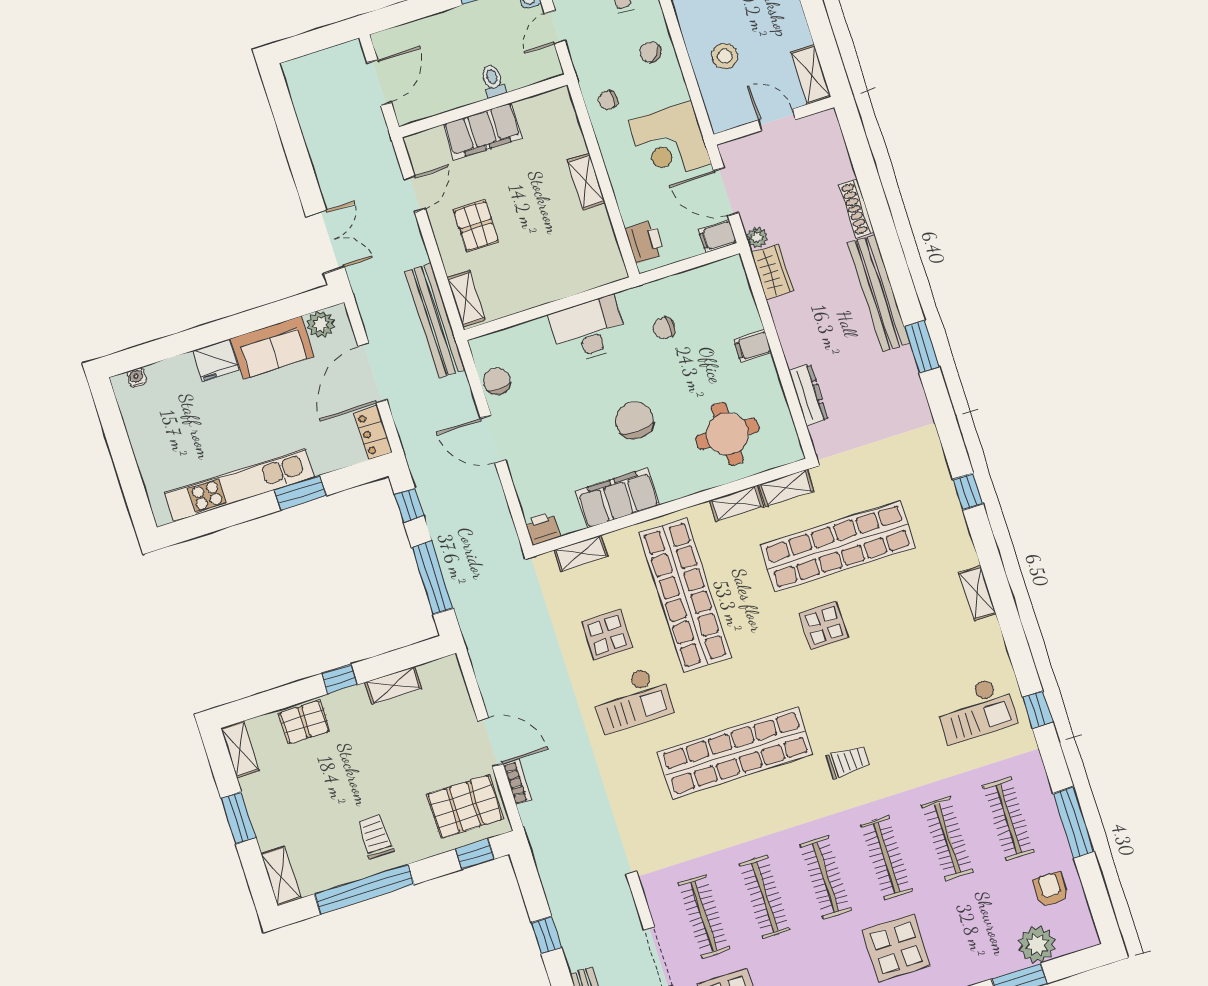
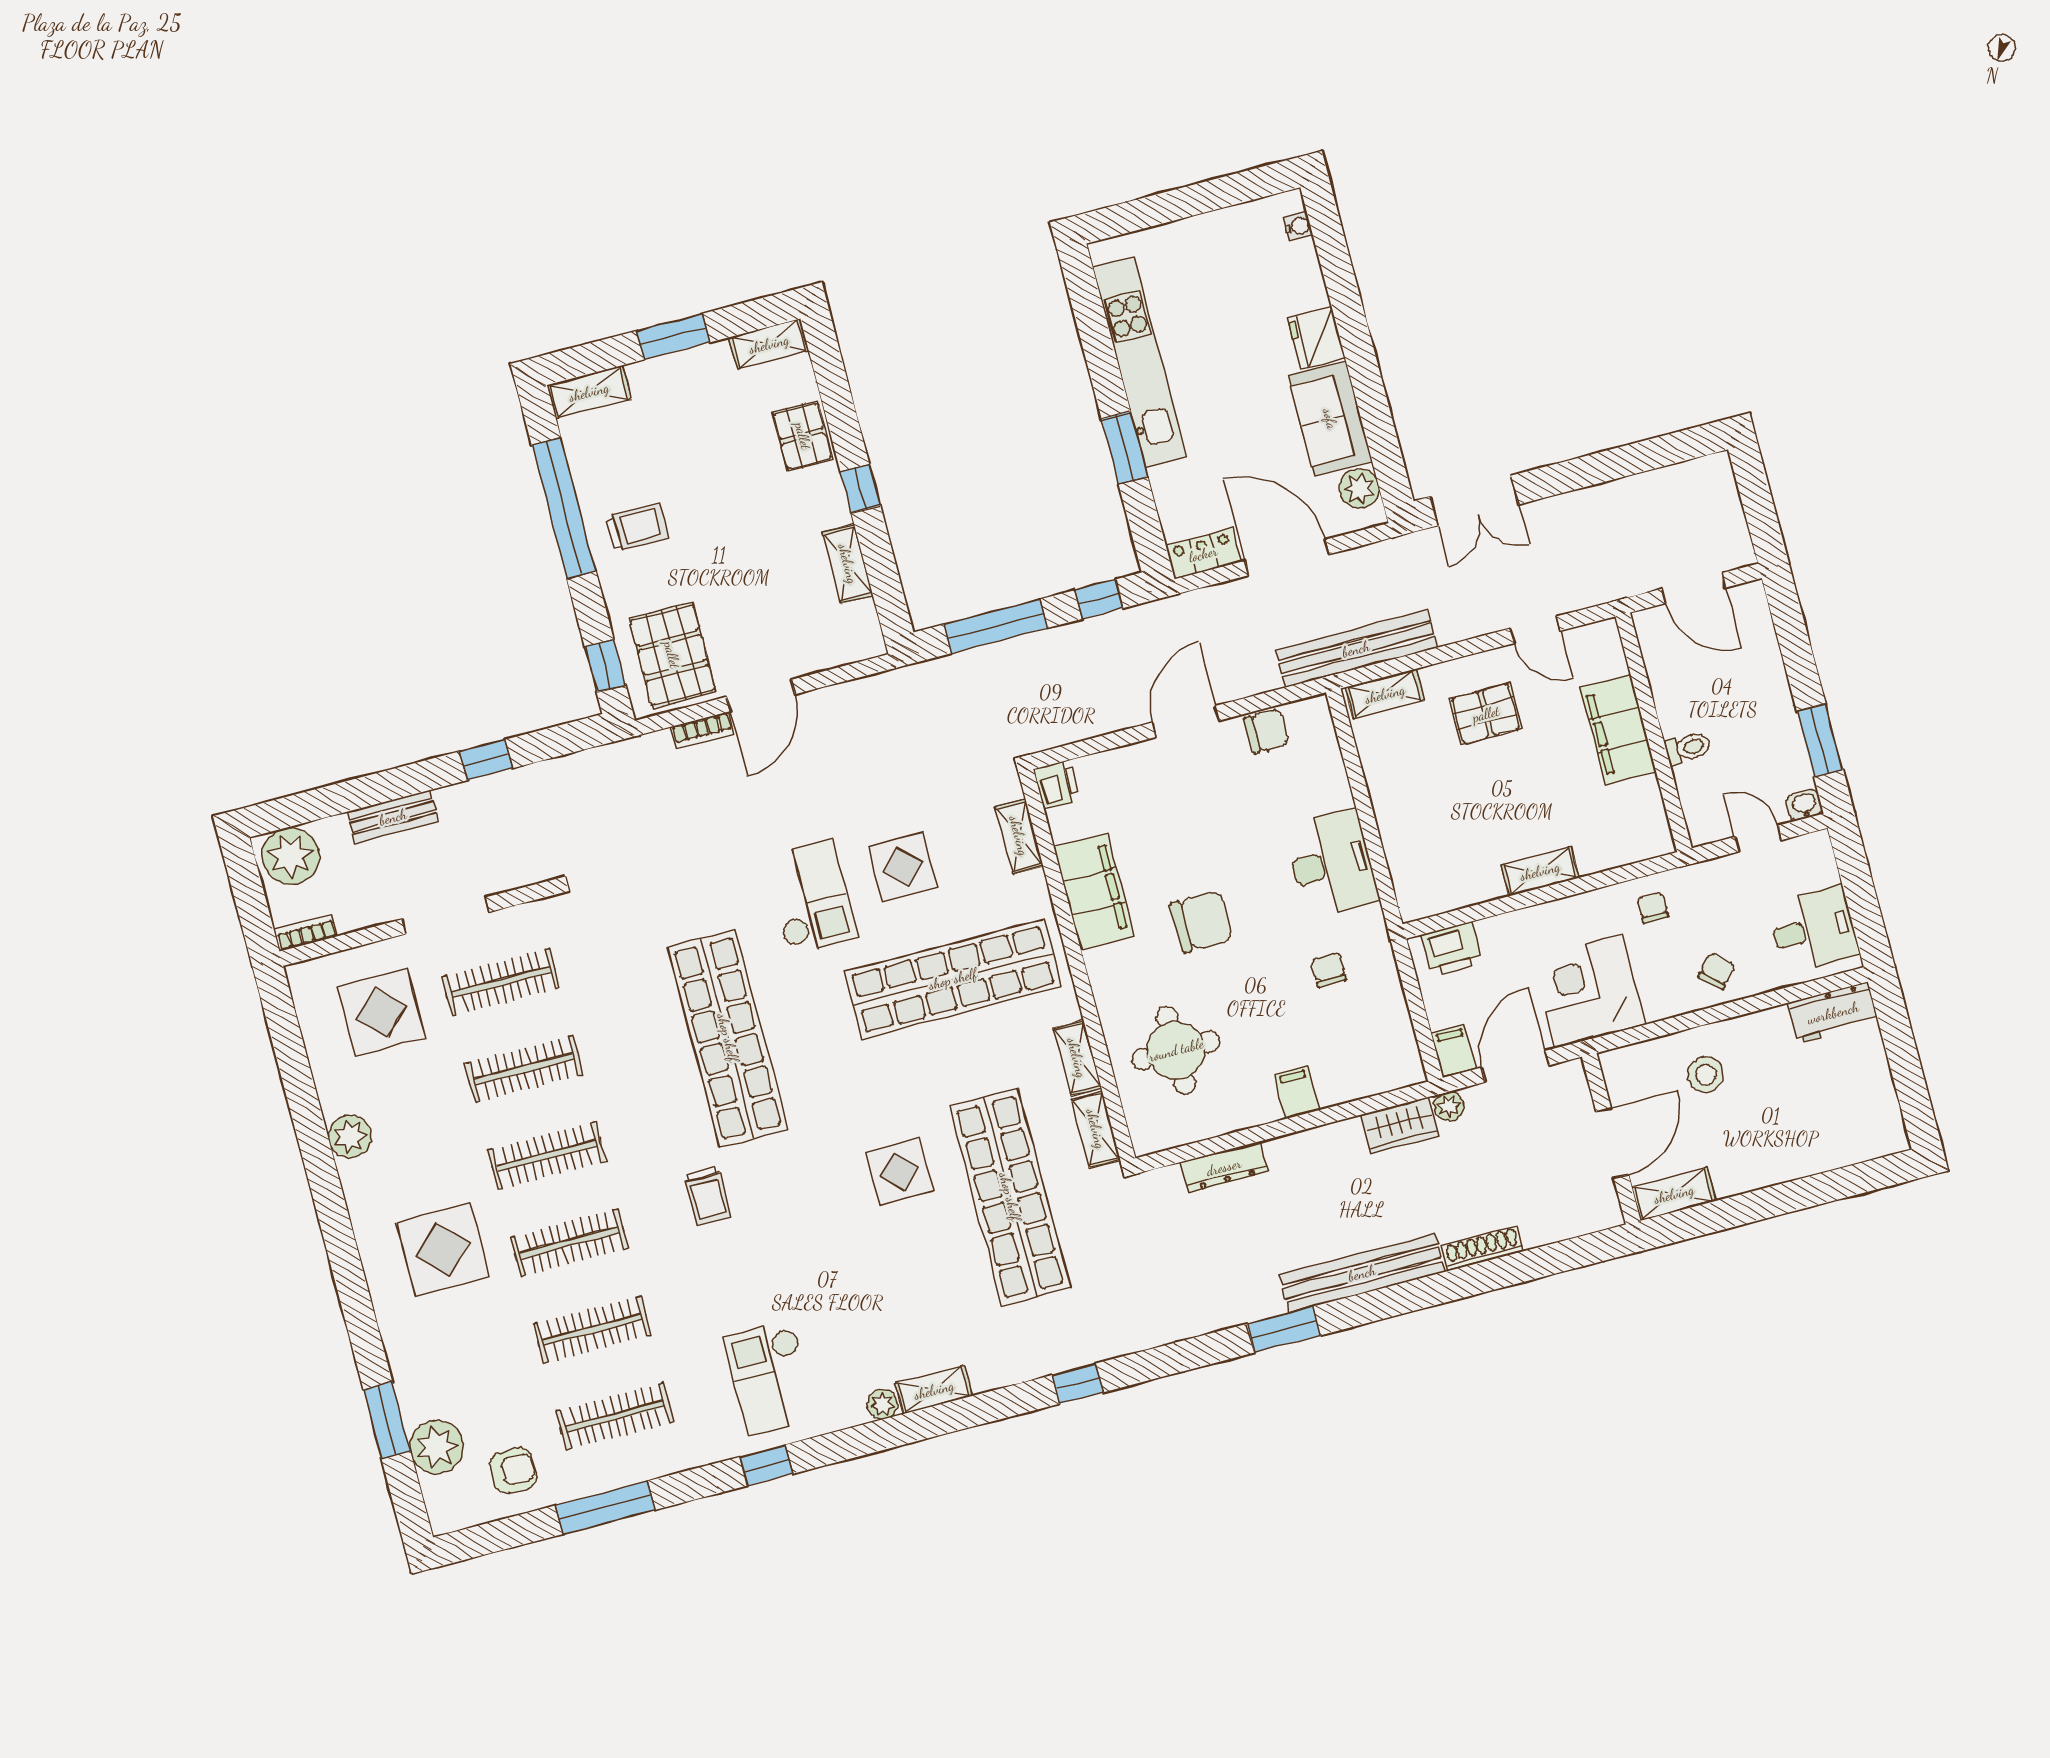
door: (777, 120) -> (1612, 1143), width x1.38
plant: (990, 629) -> (882, 1404), added
checkout: (632, 699) -> (811, 897), turned 180

